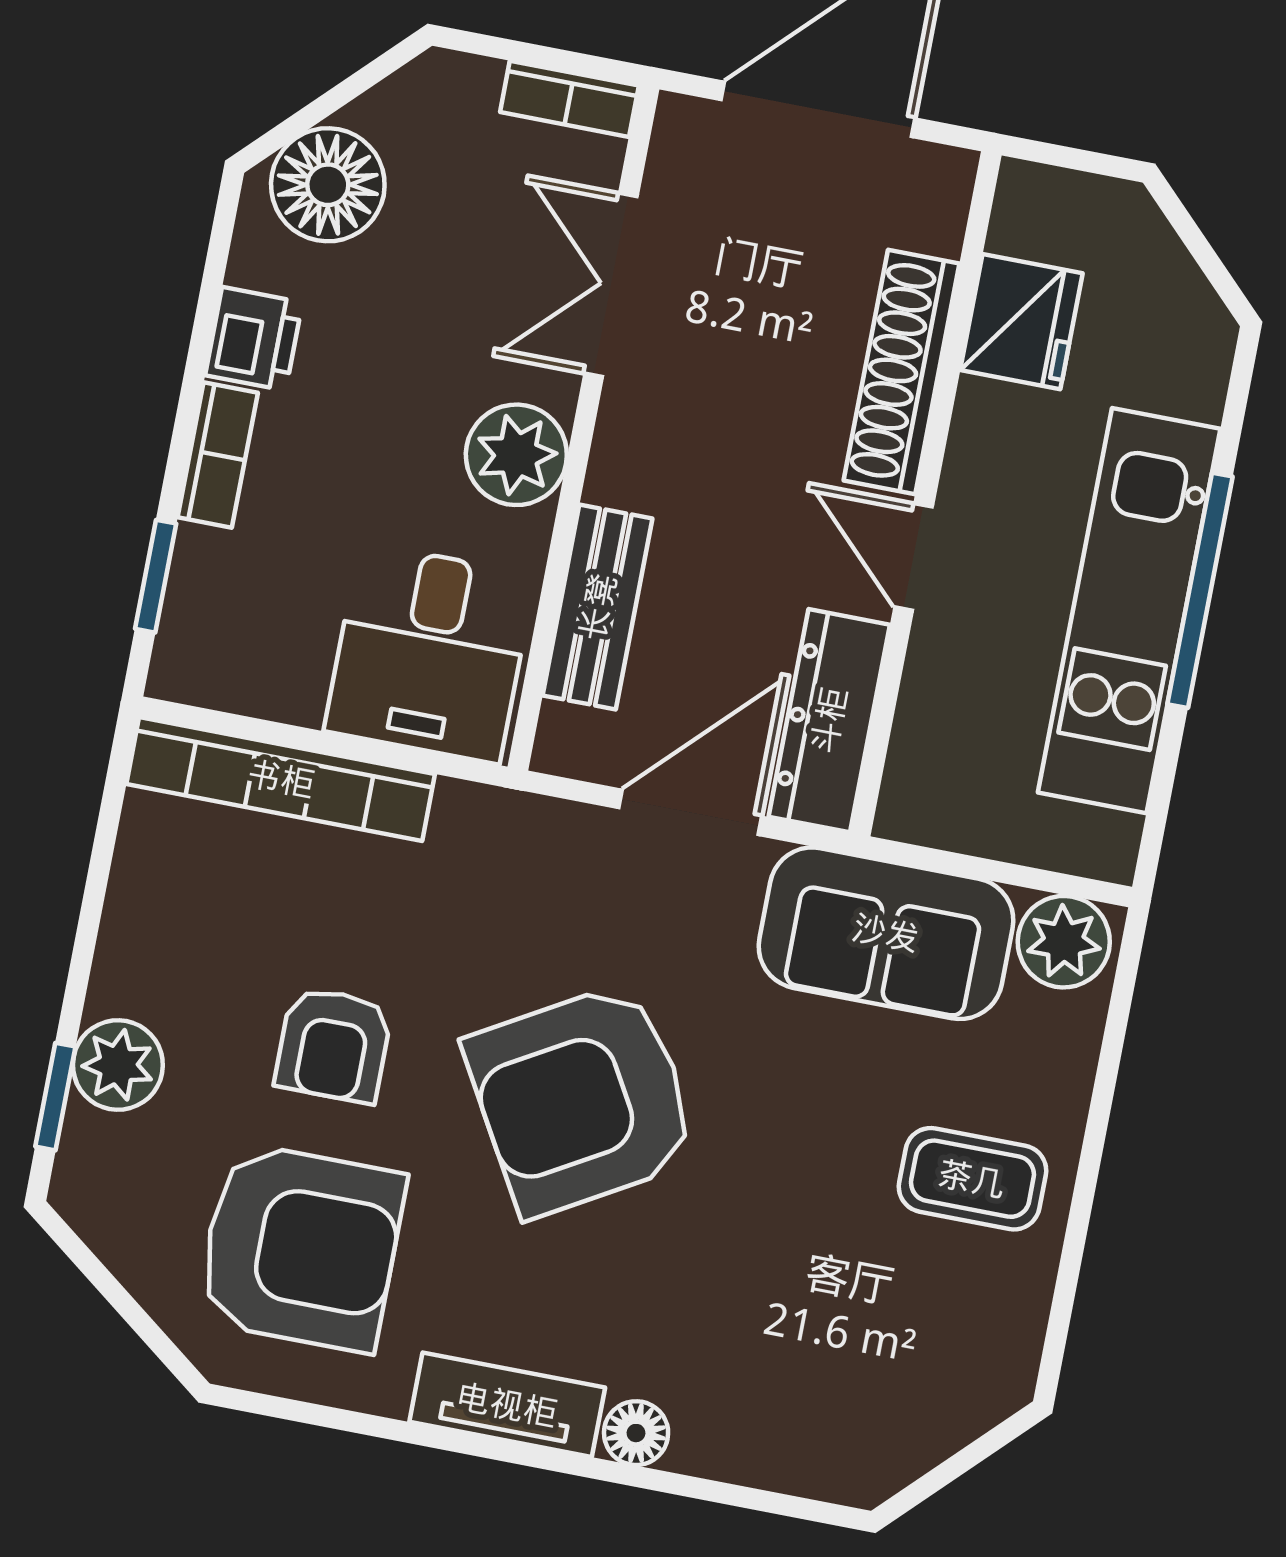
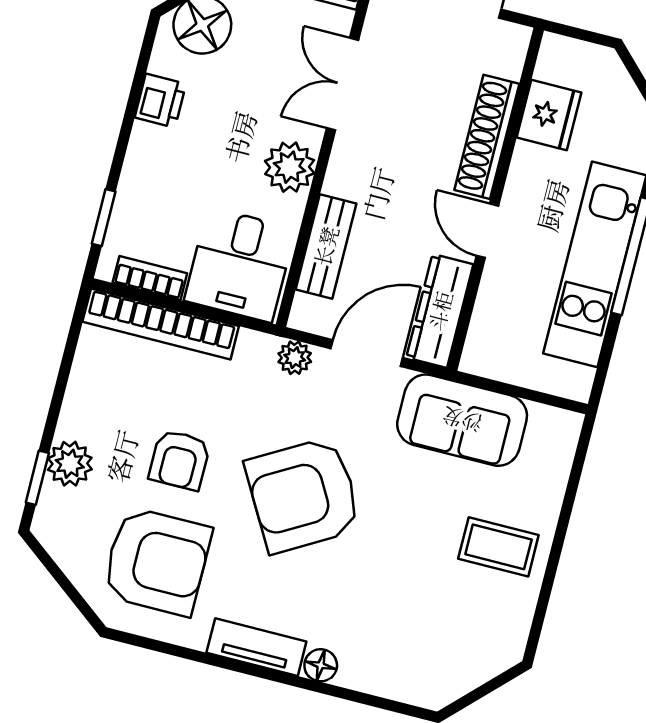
bookcase: (218, 455) -> (150, 278), moved, turned -90
plant: (1064, 942) -> (295, 358), moved, width x0.73, depth x0.73

